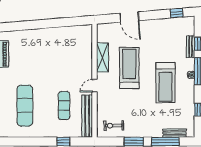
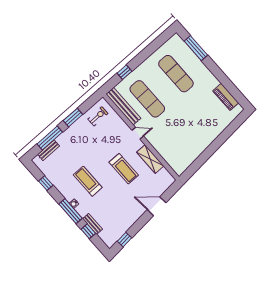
treadmill: (129, 68) -> (124, 169), width x0.73, depth x0.73
treadmill: (165, 83) -> (88, 181), width x0.73, depth x0.73
door: (95, 86) -> (138, 133), hinge flipped
exercise mat: (64, 106) -> (147, 99), width x1.36, depth x1.45

